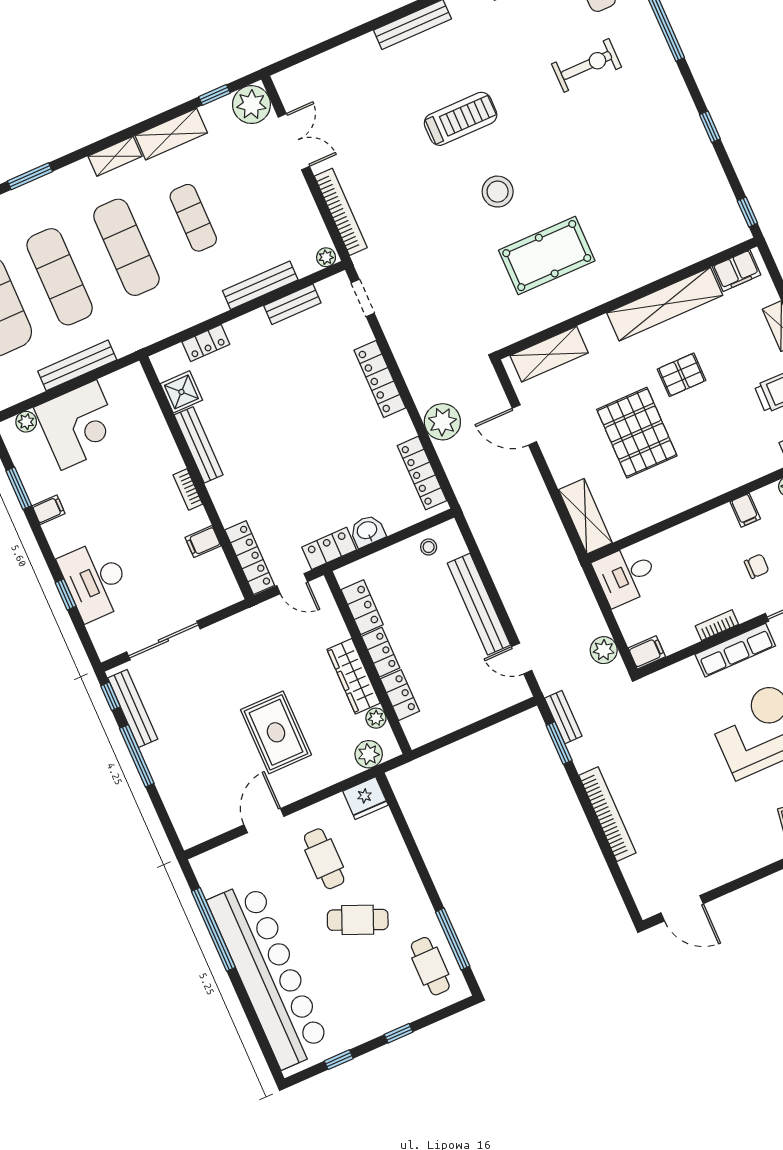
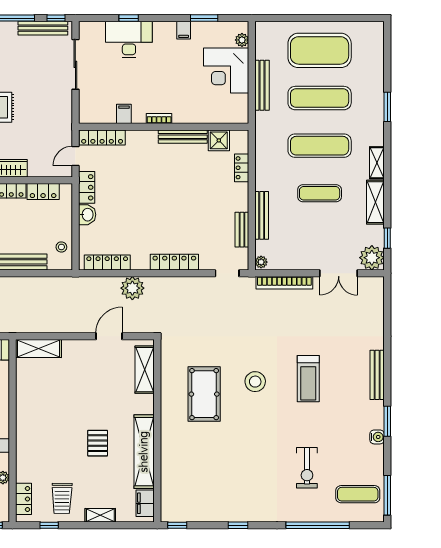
pallet: (637, 433) -> (75, 401), removed

